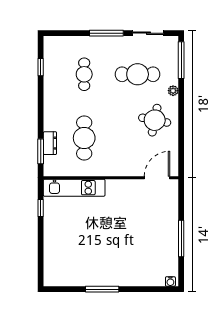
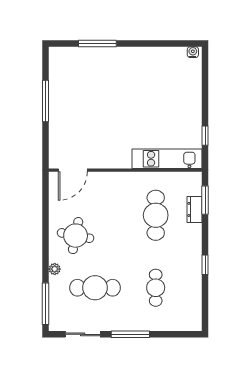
window: (41, 67) -> (205, 265), moved
water cooler: (170, 281) -> (193, 52), moved
window: (102, 289) -> (97, 43), moved

